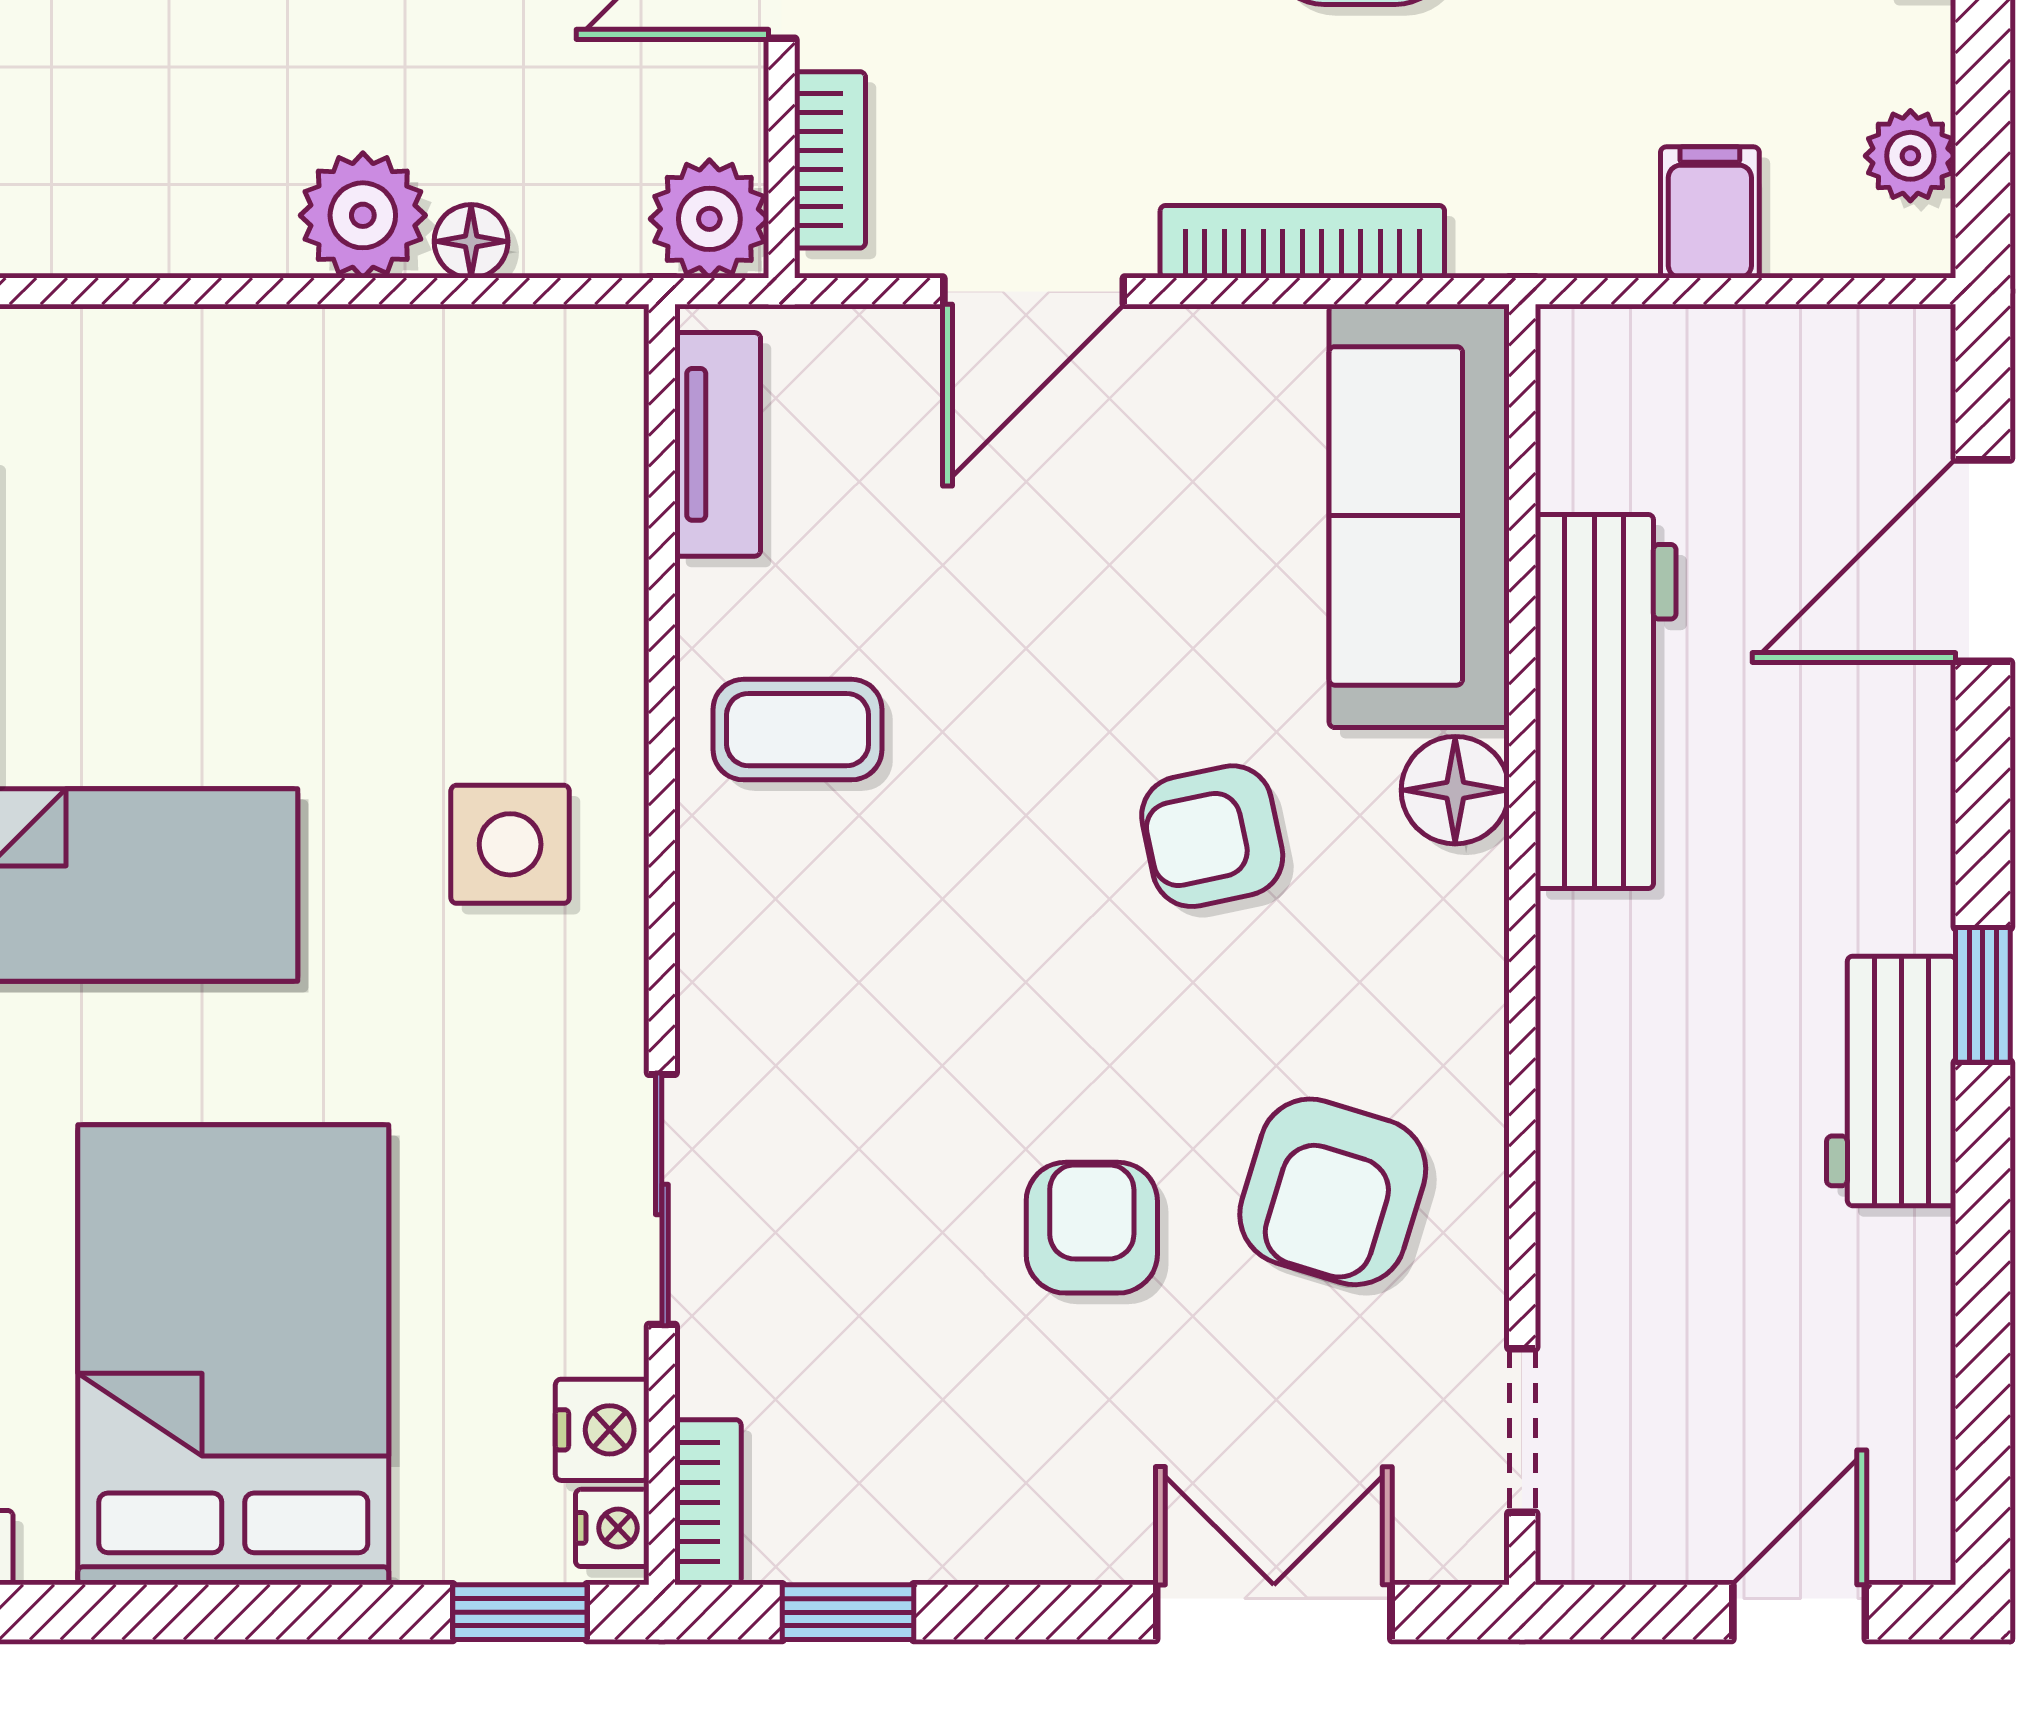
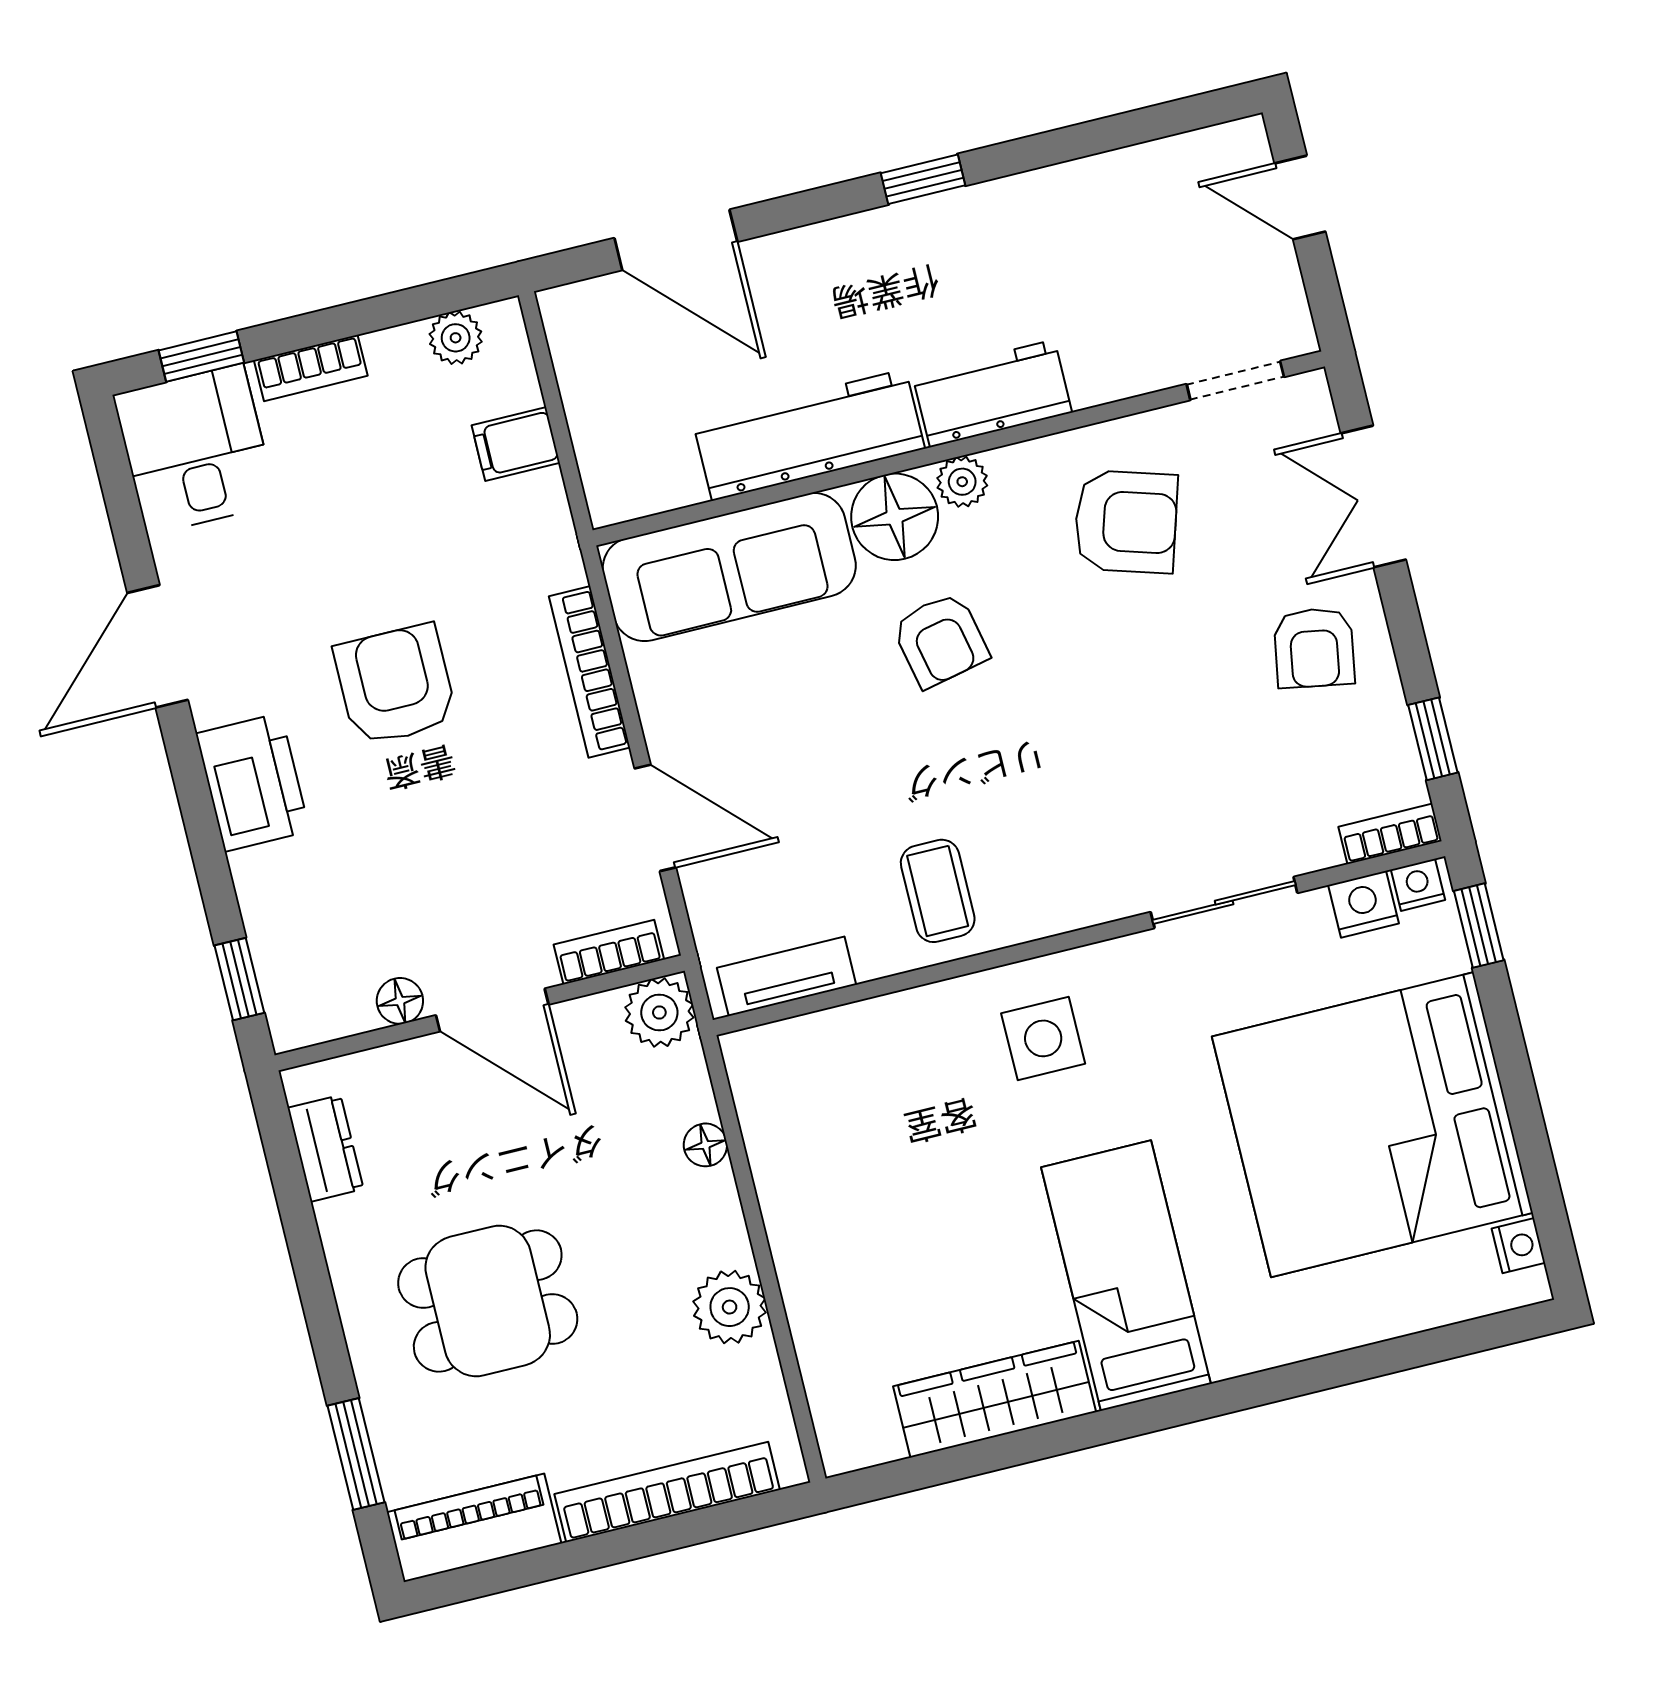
plant: (363, 215) -> (730, 1307), moved
floor lamp: (1455, 790) -> (895, 517), width x1.38, depth x1.38
plant: (1466, 937) -> (962, 482), added
workbench: (1891, 1081) -> (992, 393), moved, turned 180
armchair: (1092, 1228) -> (1314, 648), moved, turned -80
bed: (233, 1355) -> (1372, 1125), width x1.36

